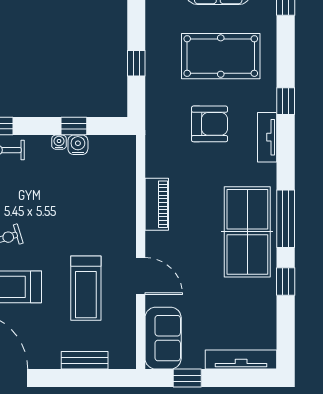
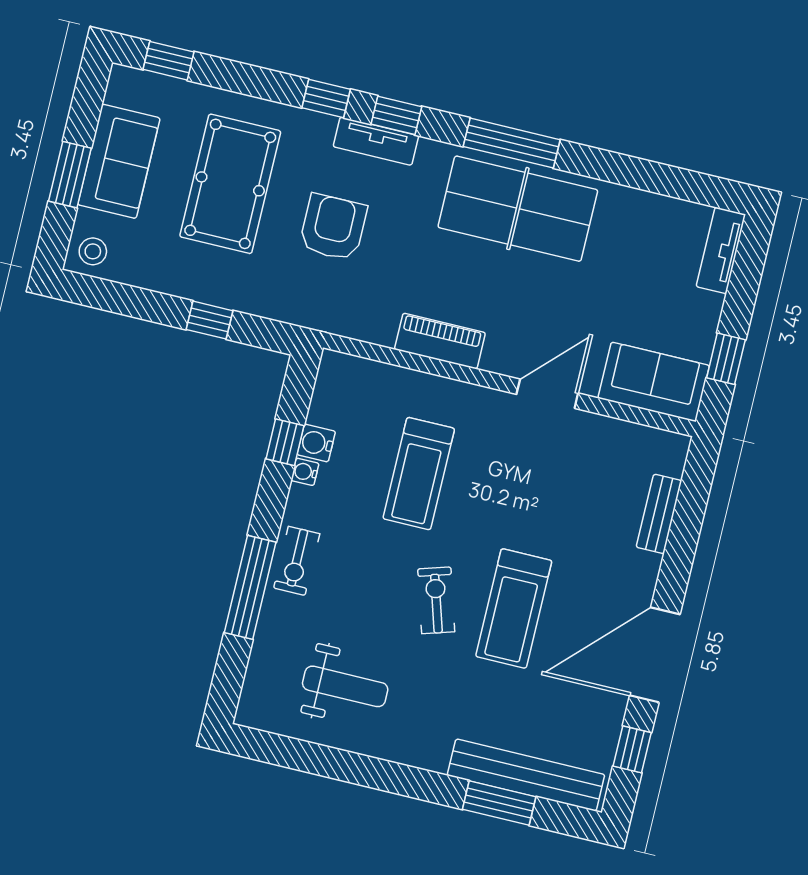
window: (286, 282) -> (396, 115), moved
treadmill: (86, 288) -> (419, 474), moved, turned 90
tv unit: (241, 359) -> (721, 250), width x0.71

